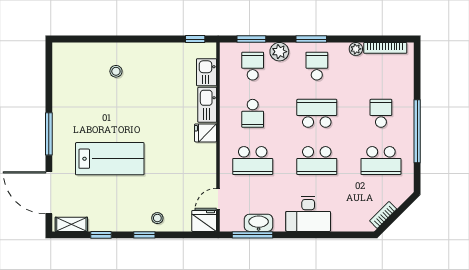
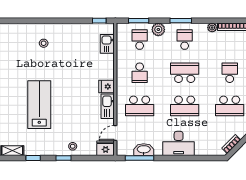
kitchen sink: (207, 105) -> (108, 106), moved
lab bench: (110, 159) -> (39, 105), turned -90

